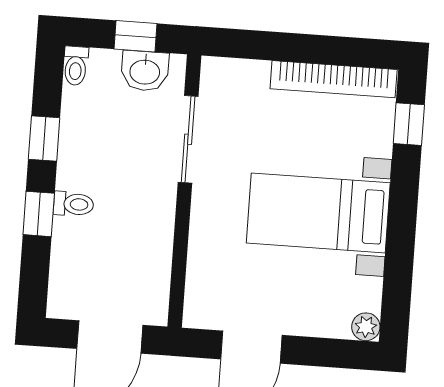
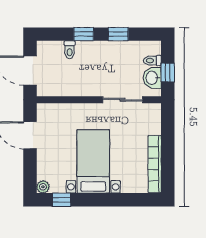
toilet: (76, 66) -> (152, 61), moved
window: (409, 124) -> (61, 200), moved
toilet: (74, 204) -> (70, 50), moved

